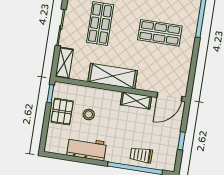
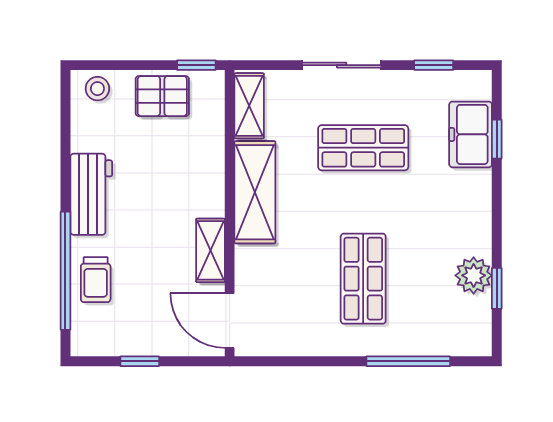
shelving: (64, 63) -> (249, 106), moved, turned 90
stool: (89, 114) -> (97, 89), moved
workbench: (87, 149) -> (91, 194), moved
trolley: (141, 155) -> (96, 280), turned 180

